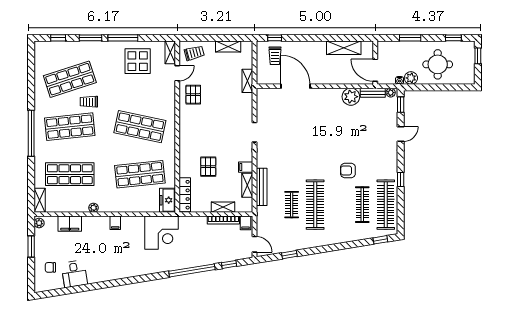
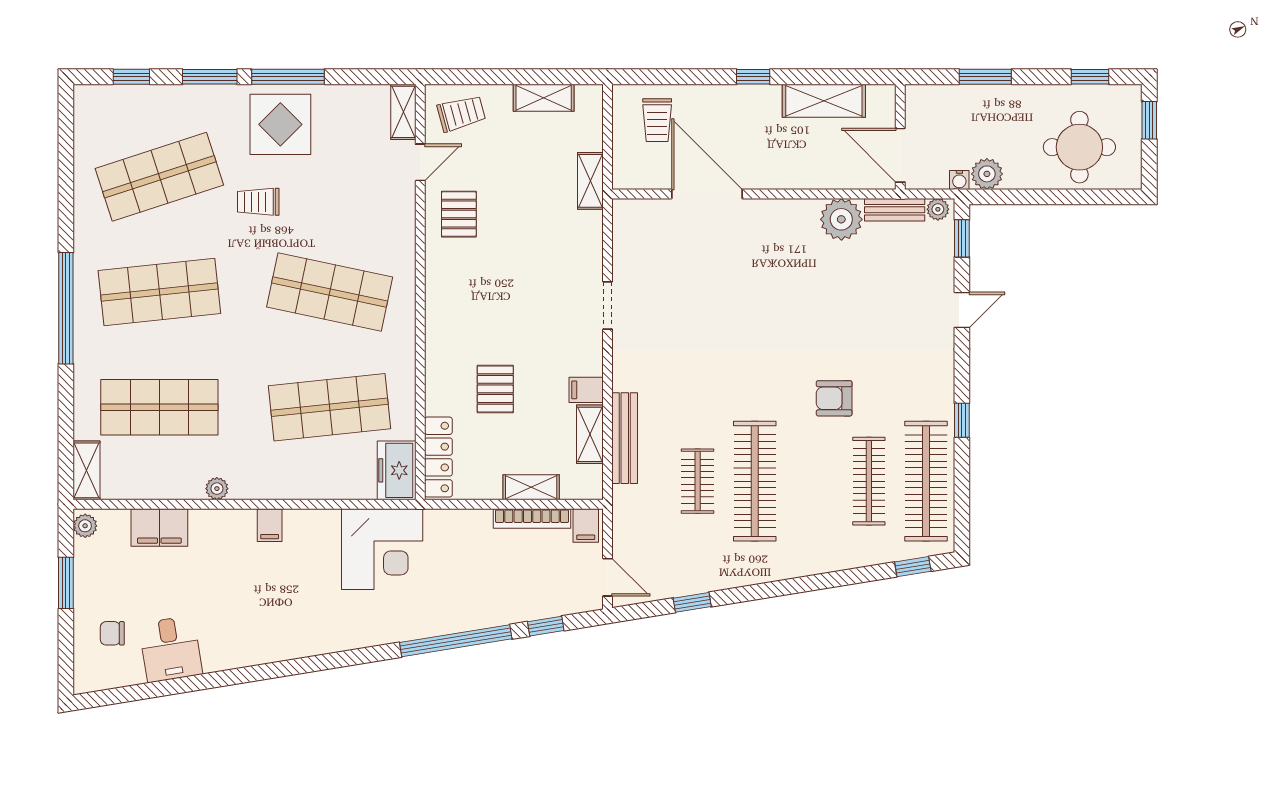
window: (275, 38) -> (753, 77), moved
display table: (138, 61) -> (280, 124), moved
round table: (438, 64) -> (1079, 147), moved
trolley: (89, 102) -> (258, 202), moved

